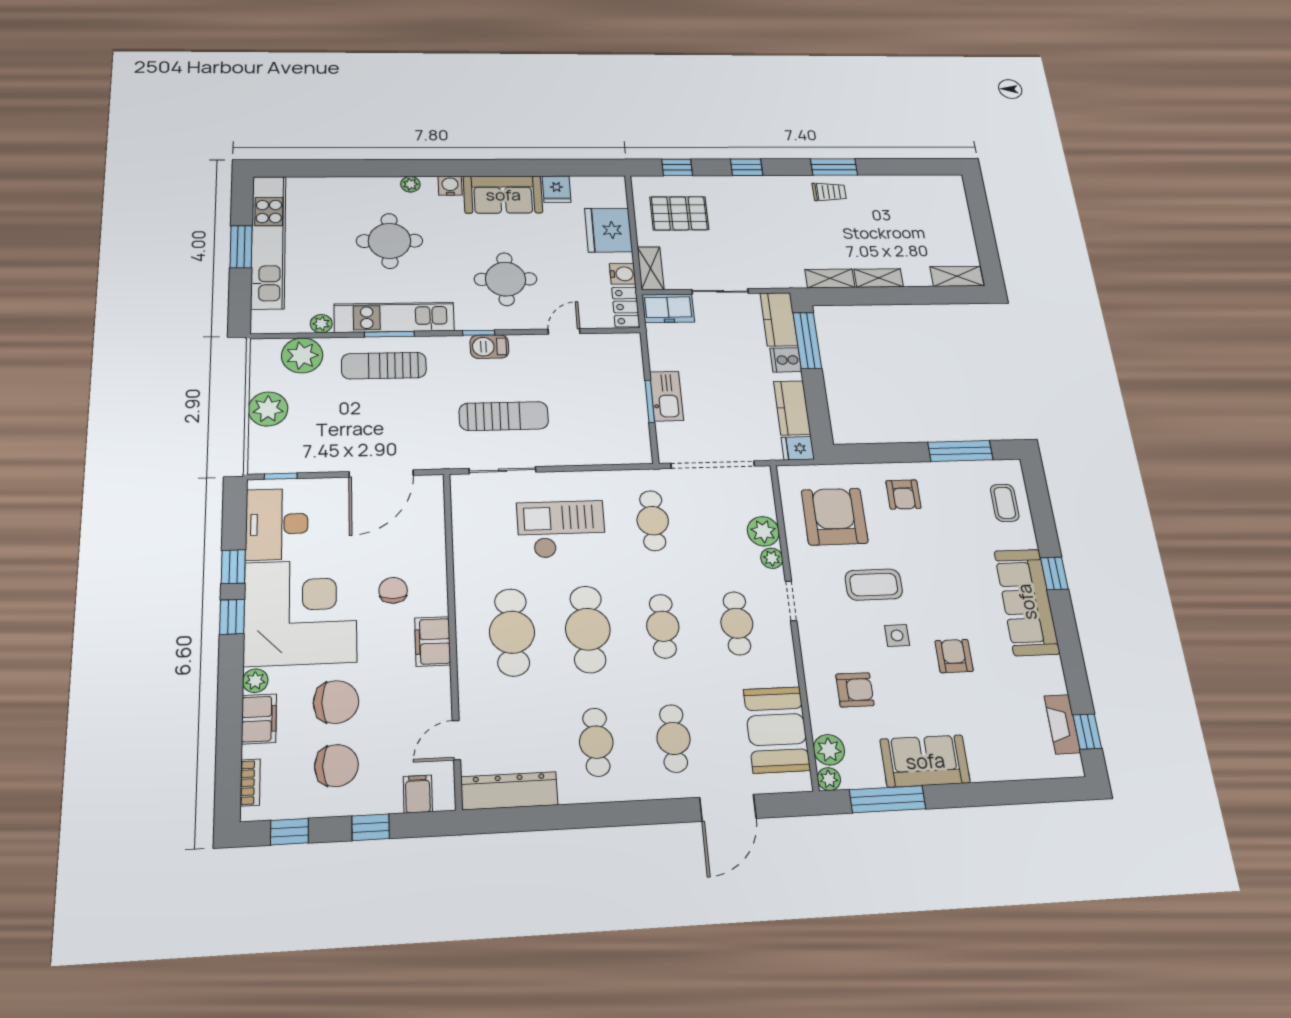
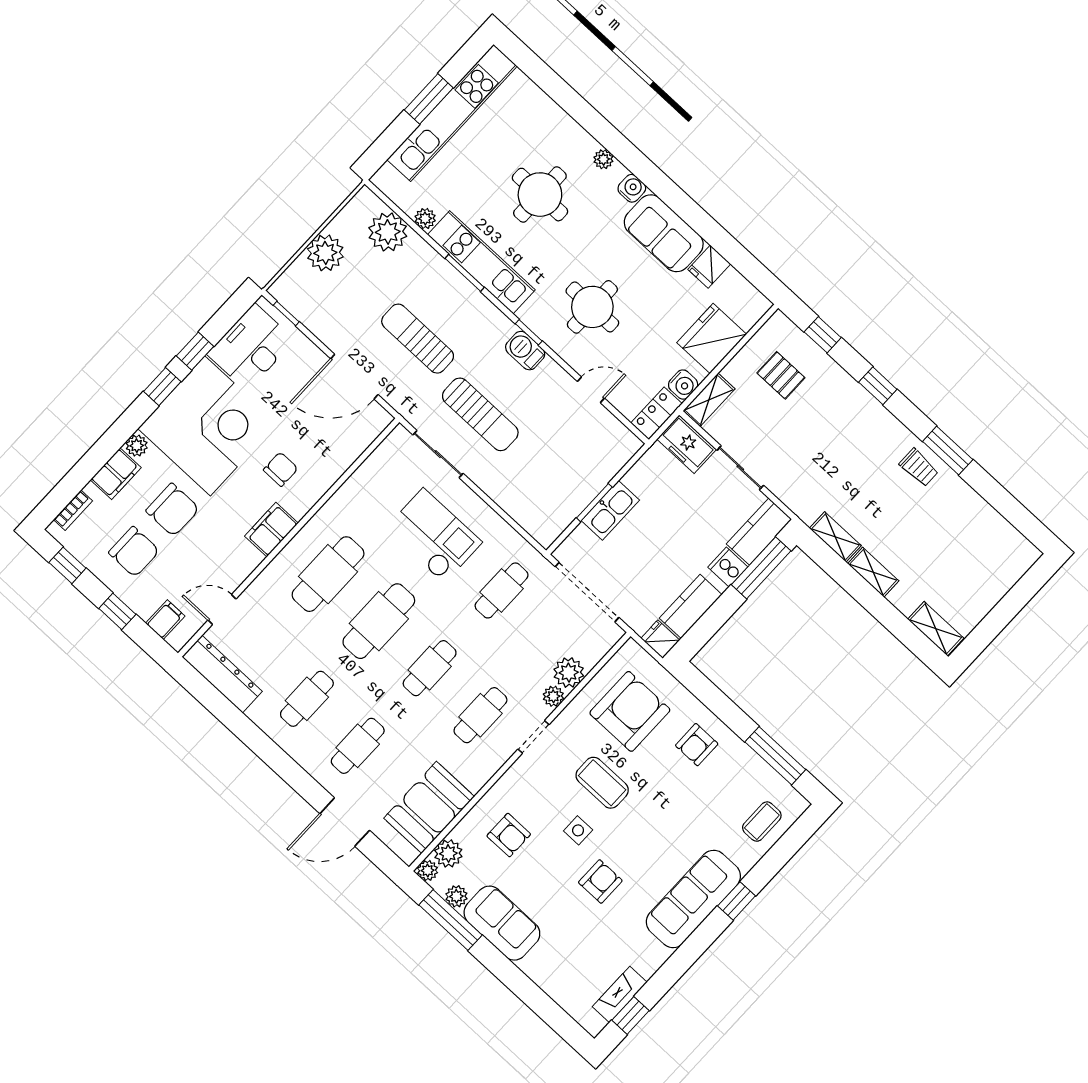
pallet: (679, 213) -> (781, 375), width x0.67, depth x0.71
sun lounger: (384, 366) -> (418, 339), moved
plant: (871, 776) -> (456, 896), added

